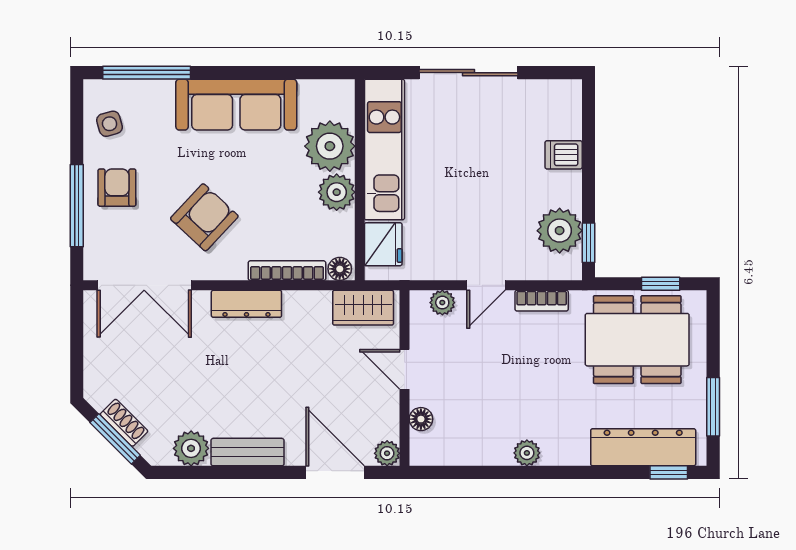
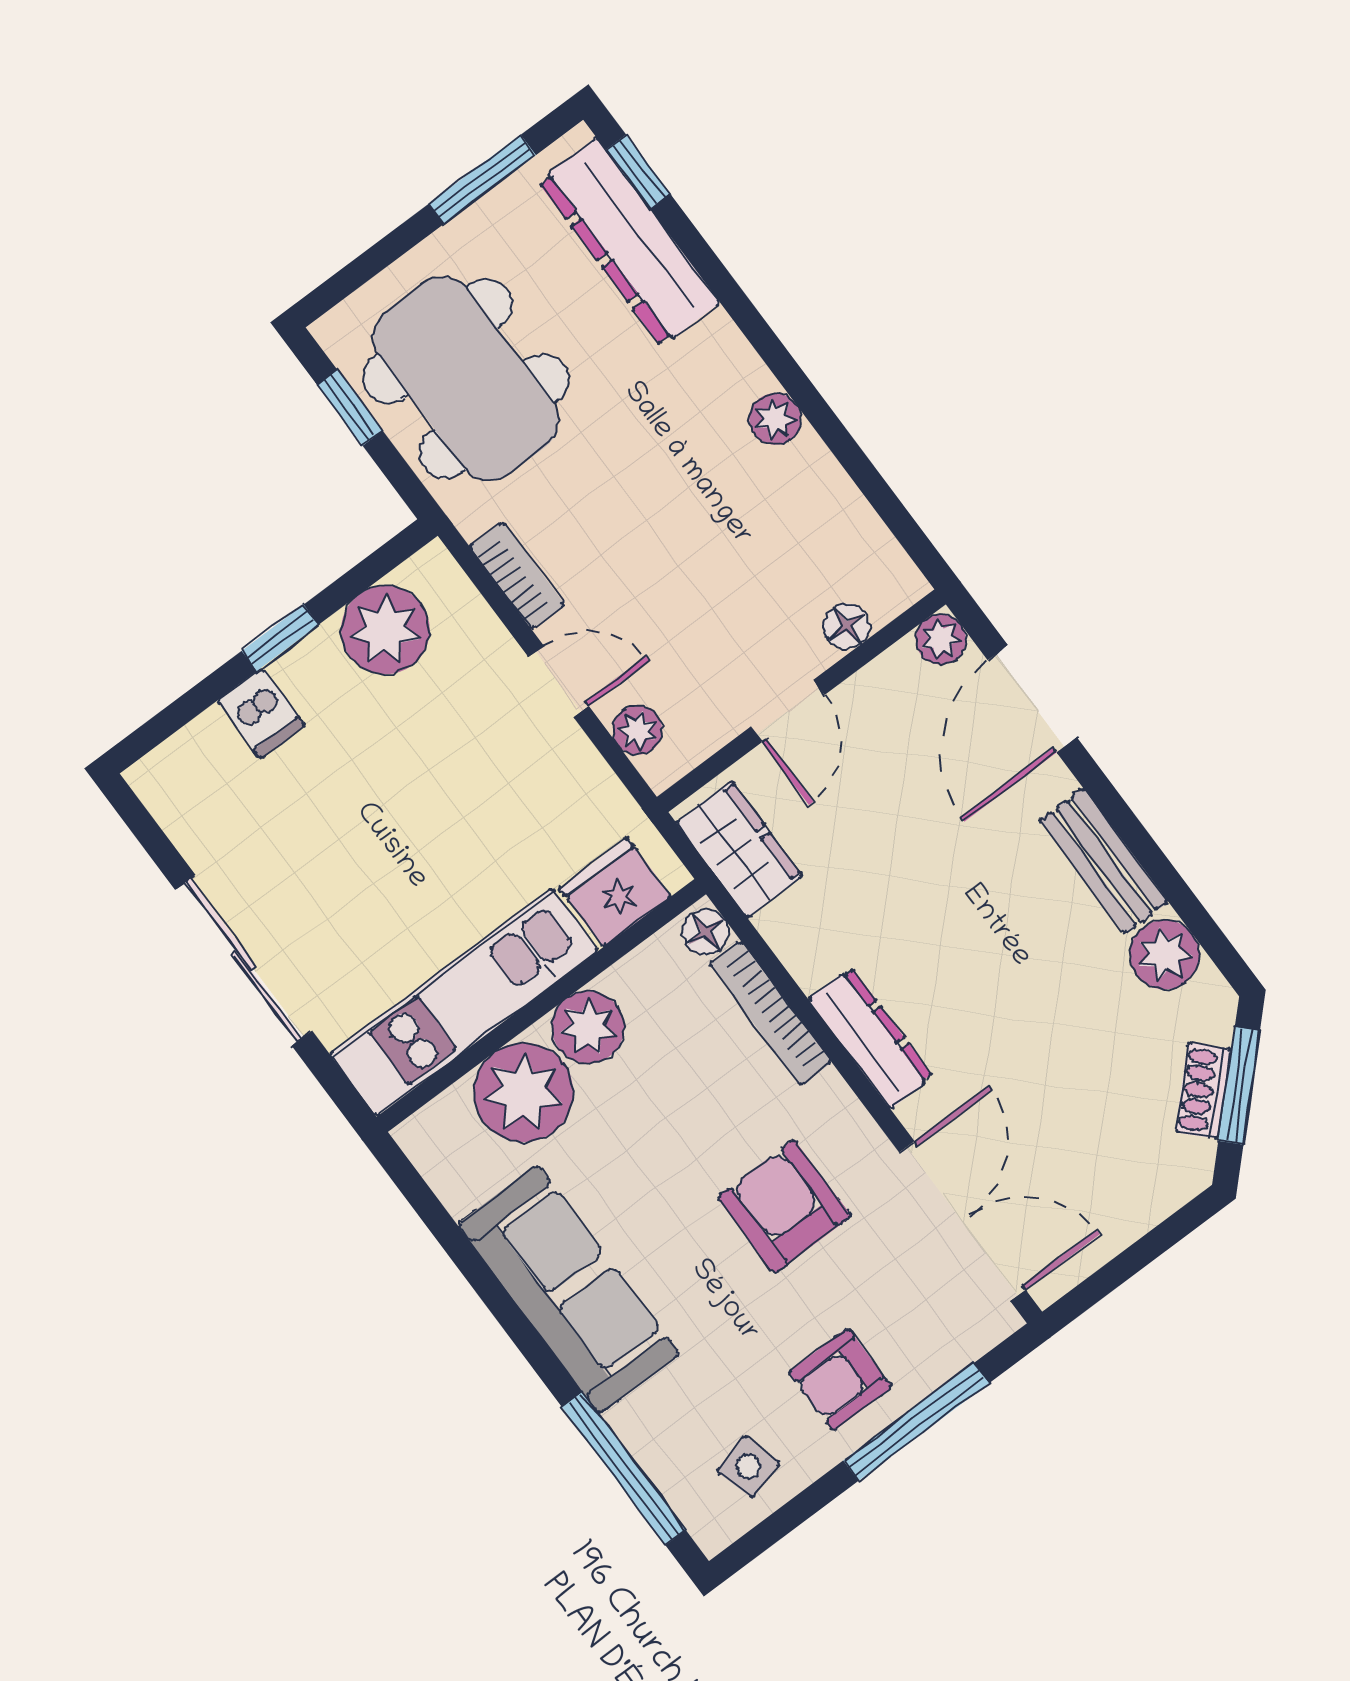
armchair: (204, 217) -> (784, 1206), turned 47
window: (588, 243) -> (280, 638), moved

